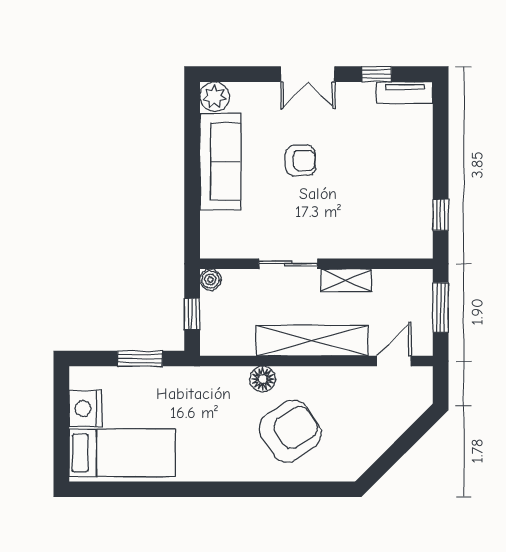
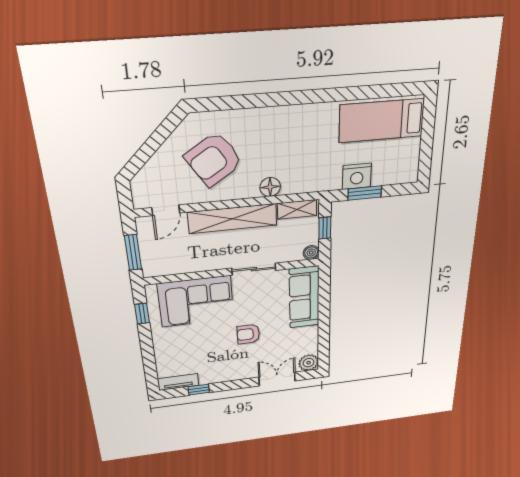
double door: (308, 74) -> (277, 379), moved
sofa: (220, 162) -> (304, 297), moved
corner sofa: (368, 224) -> (196, 301), added
shelving: (346, 280) -> (297, 209), moved
nightstand: (86, 409) -> (357, 176), moved, turned 90
armchair: (290, 431) -> (214, 159), moved

